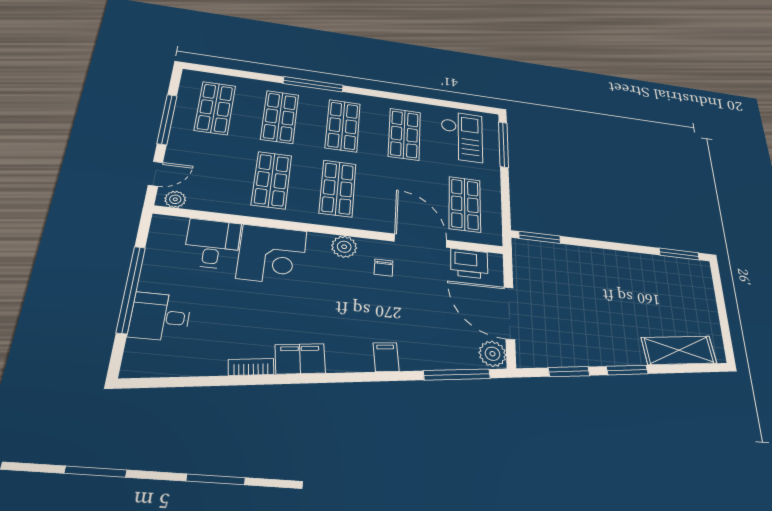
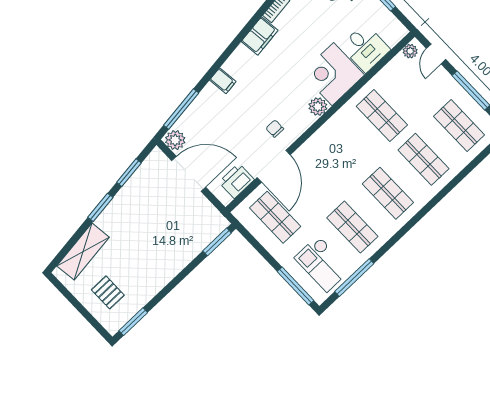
window: (313, 84) -> (354, 278), moved
shop shelf: (338, 188) -> (346, 149), removed
door: (421, 241) -> (274, 166), hinge flipped
plant: (344, 247) -> (318, 107), moved
pallet: (684, 297) -> (108, 292), added

